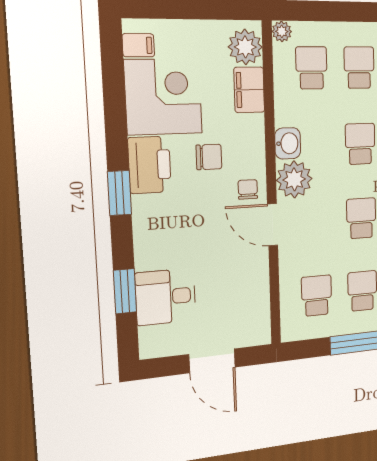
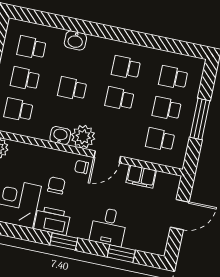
filing cabinet: (249, 90) -> (141, 177), moved
desk: (166, 297) -> (108, 227), moved

